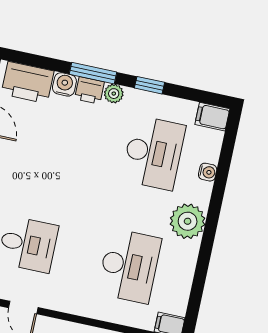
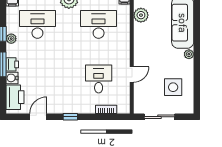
plant: (114, 94) -> (11, 39), moved

